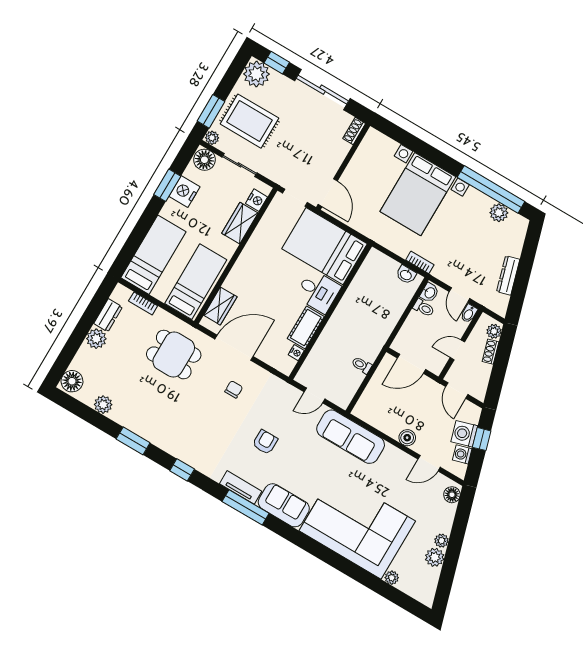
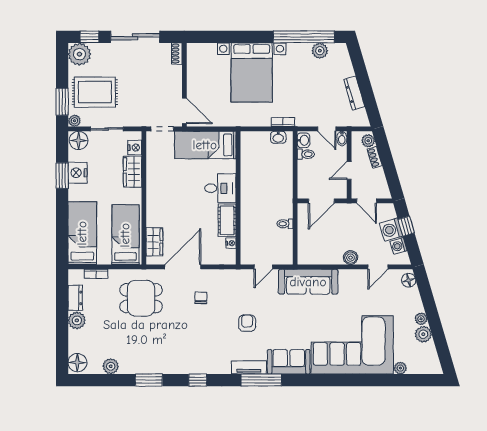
bed: (325, 246) -> (205, 145), width x0.67

